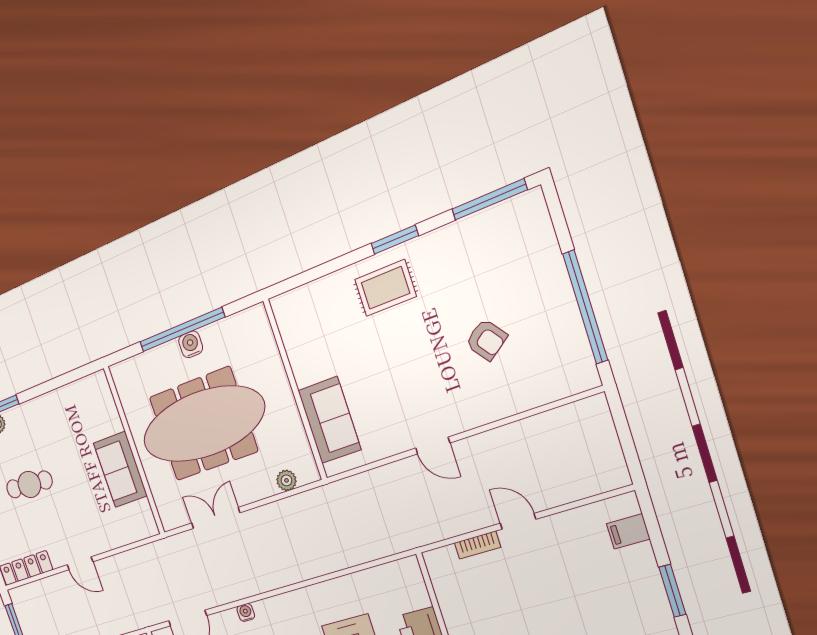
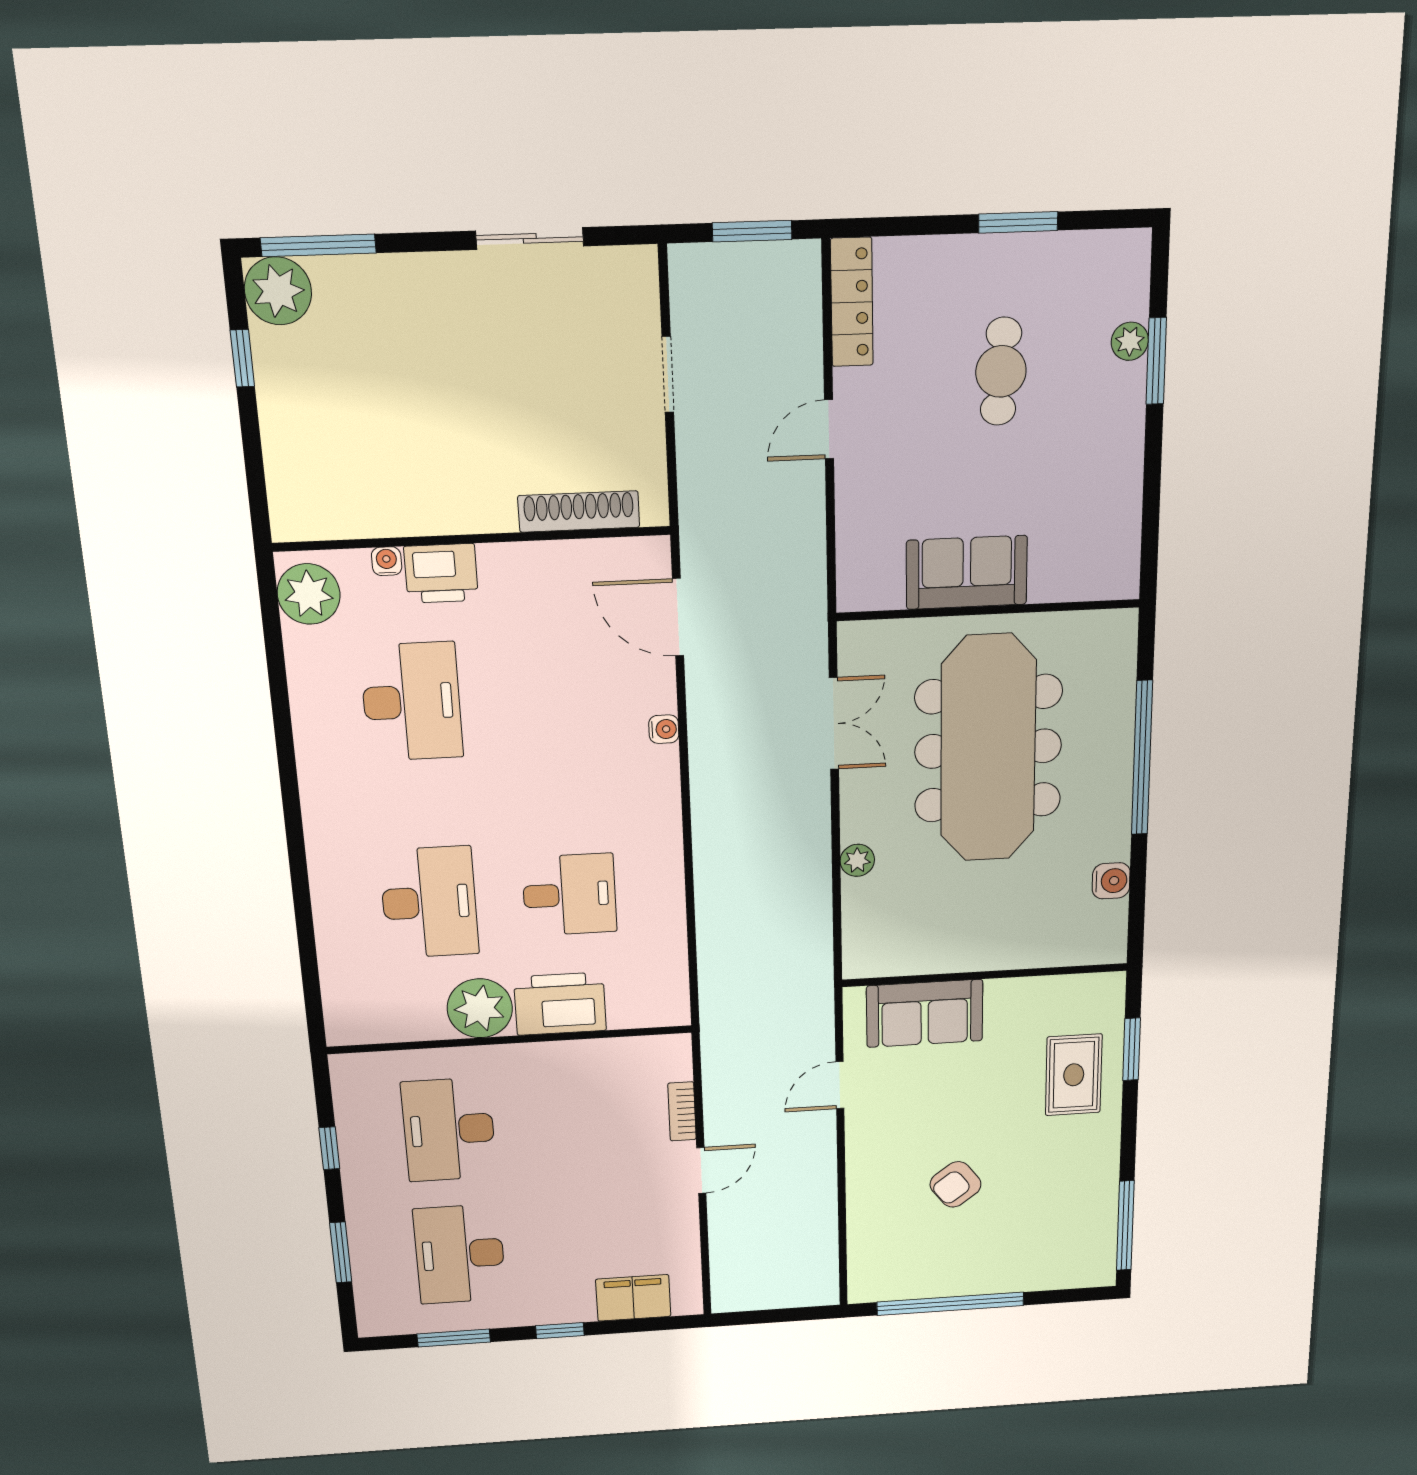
window: (395, 240) -> (1132, 1049), moved
water cooler: (191, 344) -> (1111, 881), moved
wall: (295, 390) -> (985, 975), moved
sofa: (329, 420) -> (925, 1013), moved
filing cabinet: (628, 531) -> (633, 1298), width x2.00
window: (672, 591) -> (560, 1331), width x0.67

